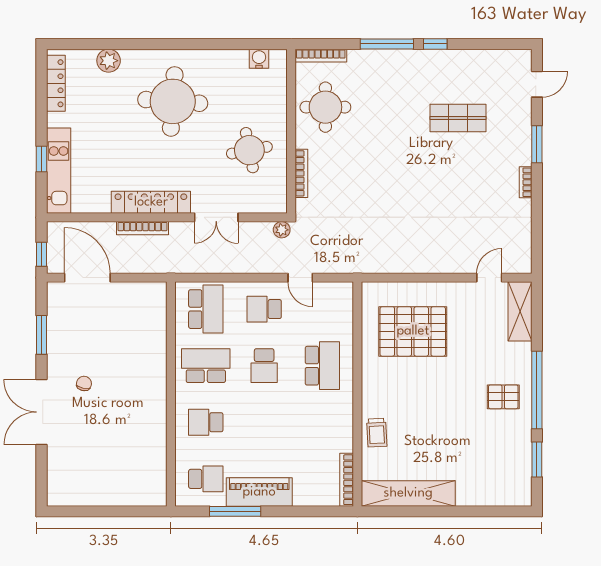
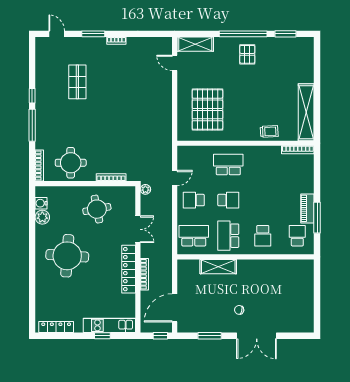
plant: (109, 61) -> (42, 217), moved
school desk: (264, 309) -> (194, 200), turned 90
shelving: (155, 349) -> (218, 267), added
piano: (259, 492) -> (307, 208), width x0.73, depth x0.75

